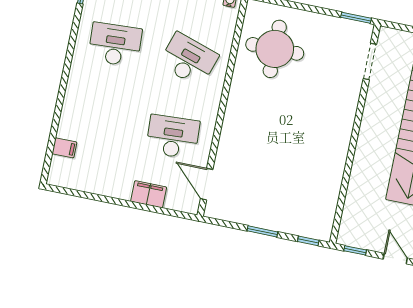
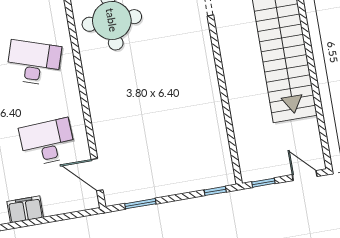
filing cabinet: (149, 194) -> (25, 209), moved
window: (262, 231) -> (140, 204), moved

